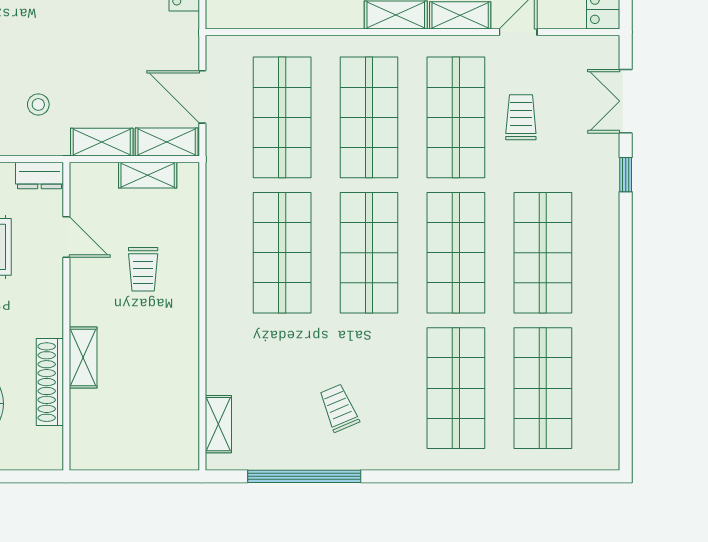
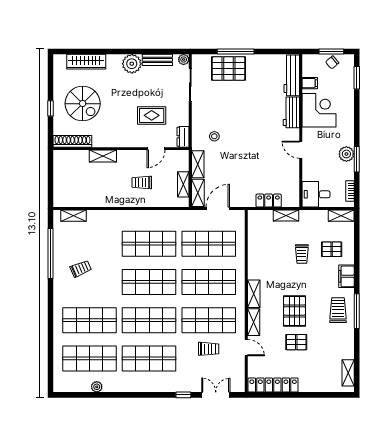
plant: (607, 372) -> (97, 387), added
shoe rack: (50, 382) -> (72, 141), moved

